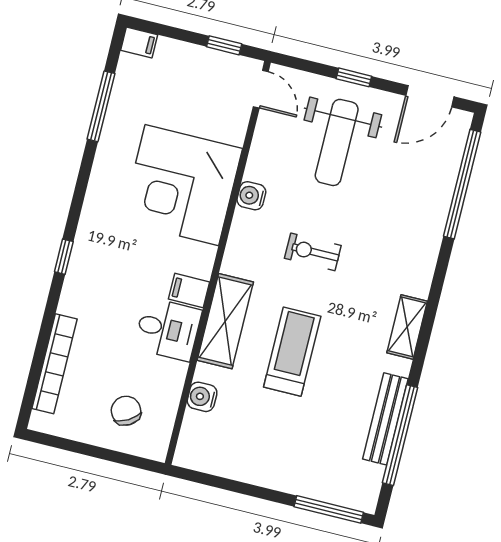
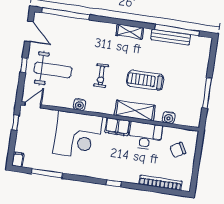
filing cabinet: (189, 291) -> (117, 127), width x2.00
desk: (168, 329) -> (145, 136), width x1.37
window: (329, 509) -> (207, 93), moved

